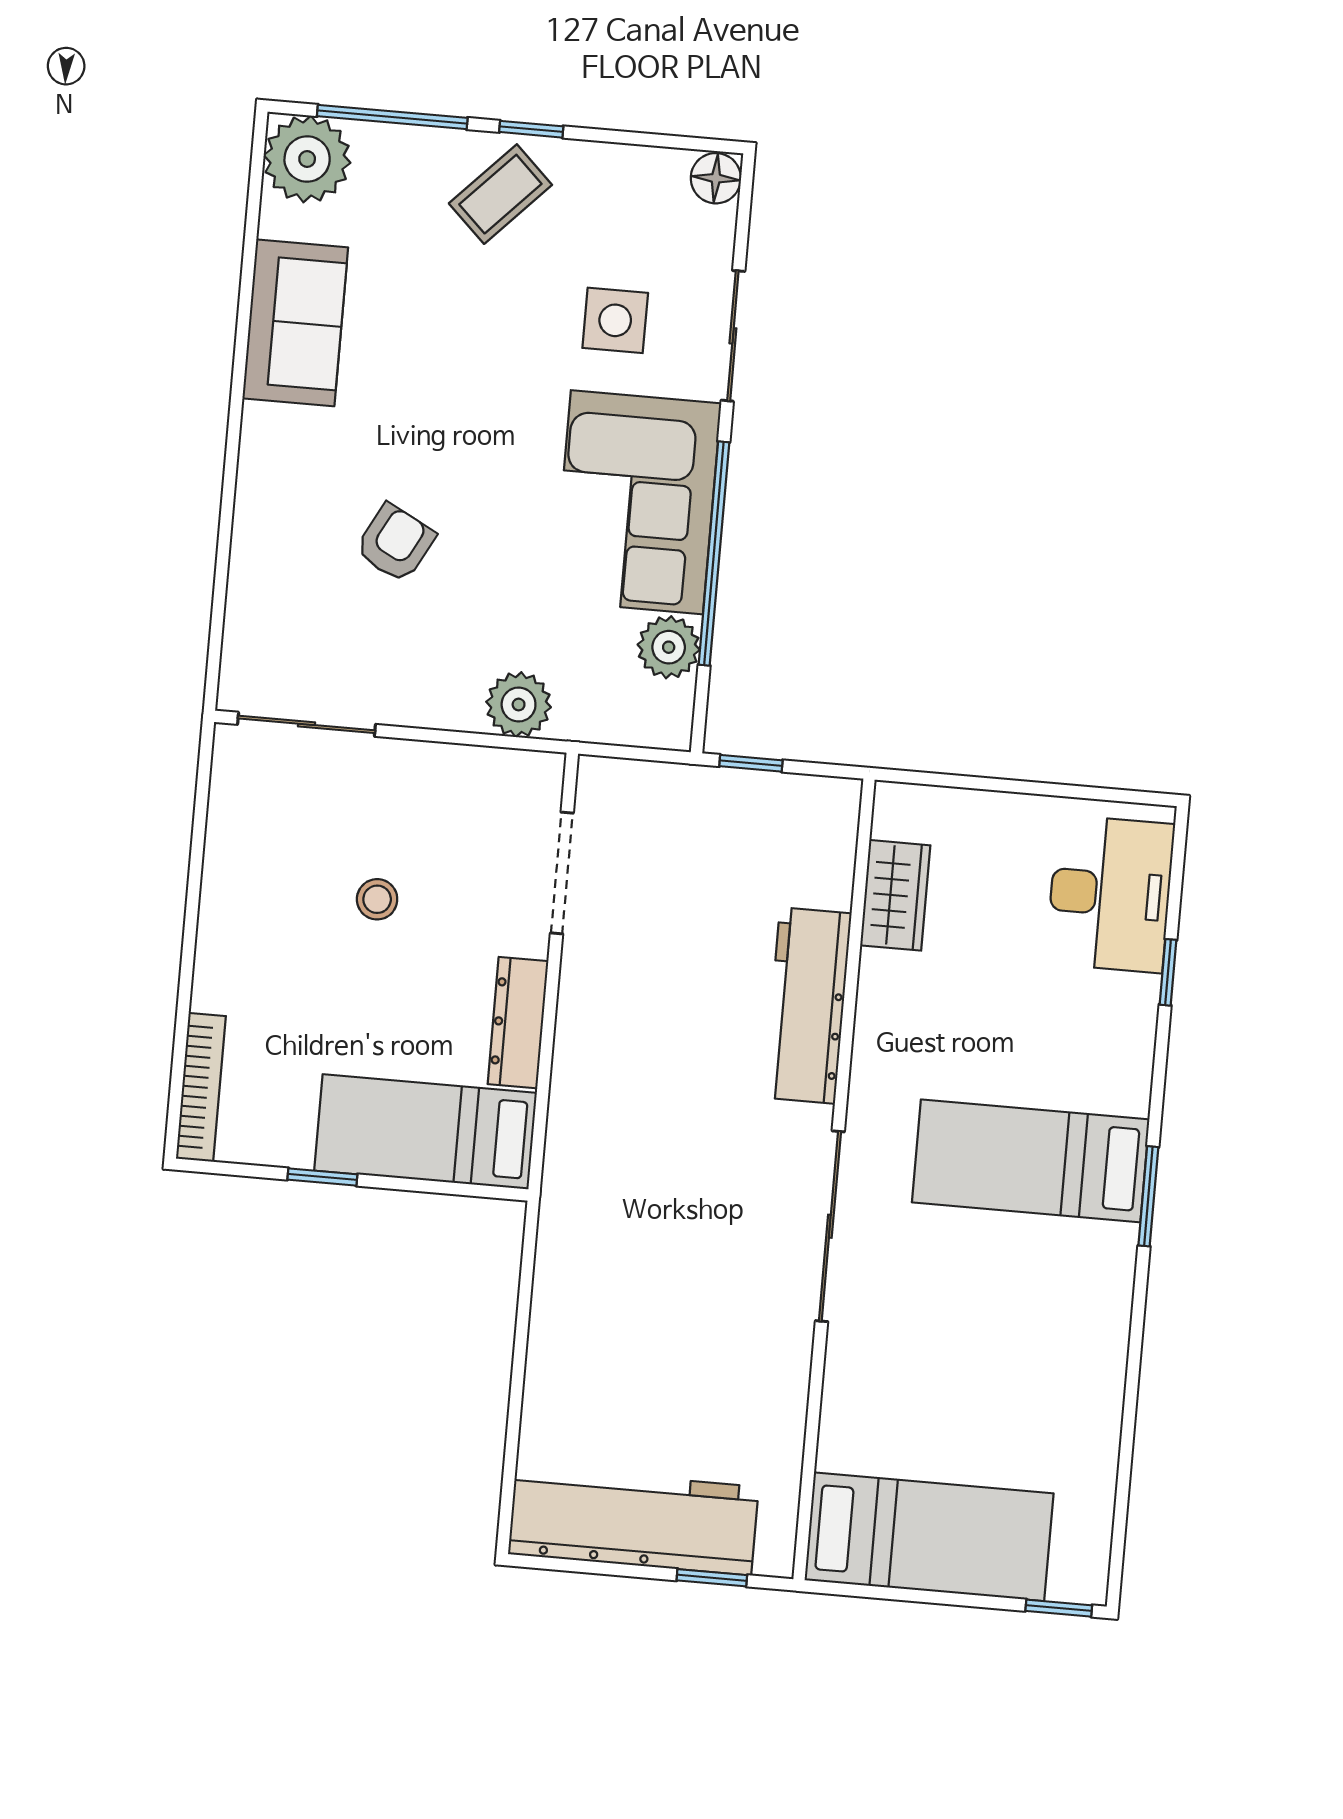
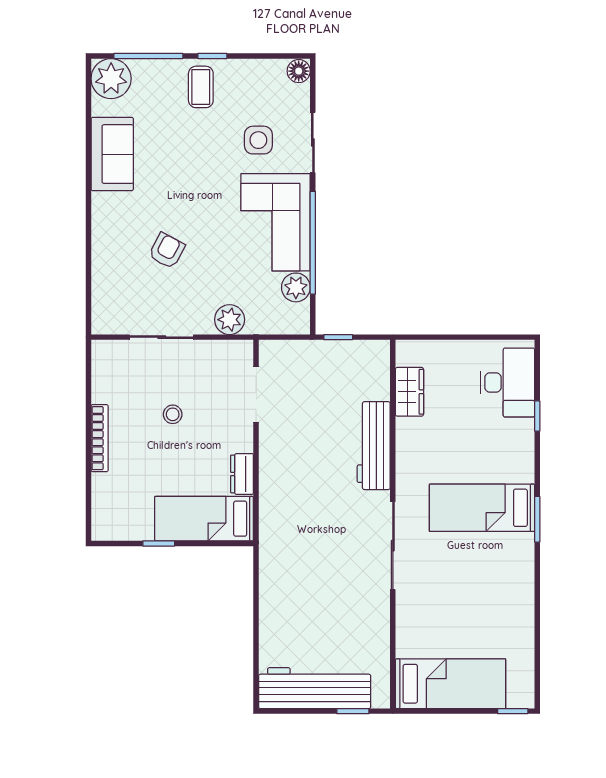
coffee table: (500, 194) -> (201, 87), turned -44
sliding door: (307, 724) -> (162, 337), moved
dresser: (518, 1023) -> (242, 474), width x0.70
bookcase: (201, 1087) -> (100, 438), moved

